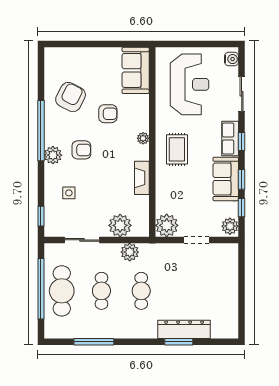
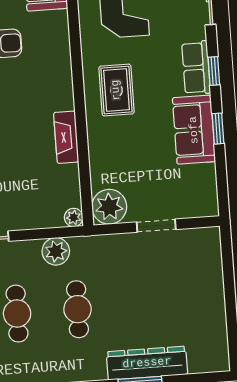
plant: (143, 138) -> (64, 77), removed
window: (242, 208) -> (221, 171), removed
plant: (120, 225) -> (74, 218), moved, width x0.53, depth x0.53
plant: (230, 226) -> (206, 201), removed

